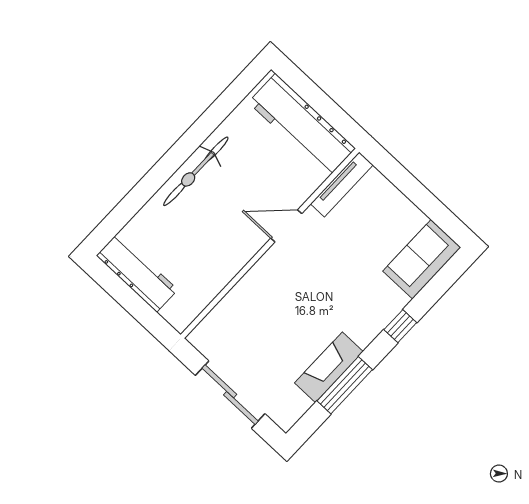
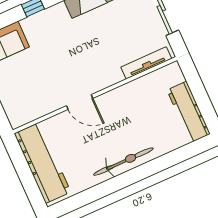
tv unit: (342, 184) -> (146, 63), moved

